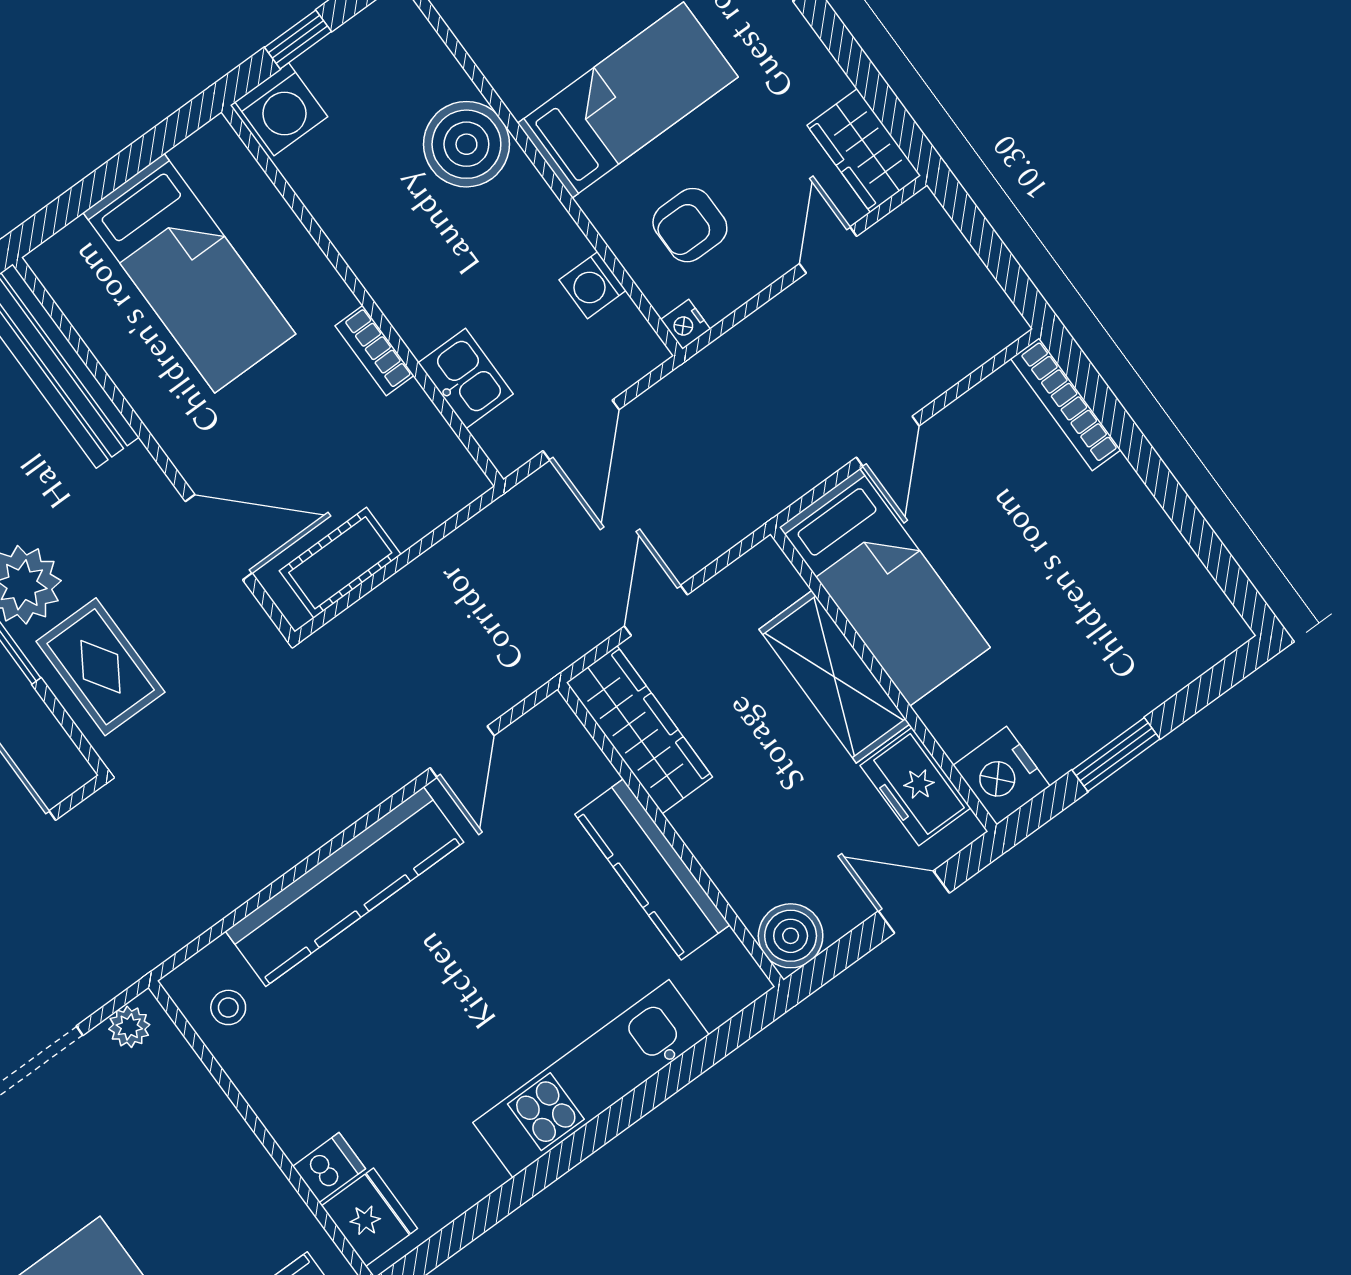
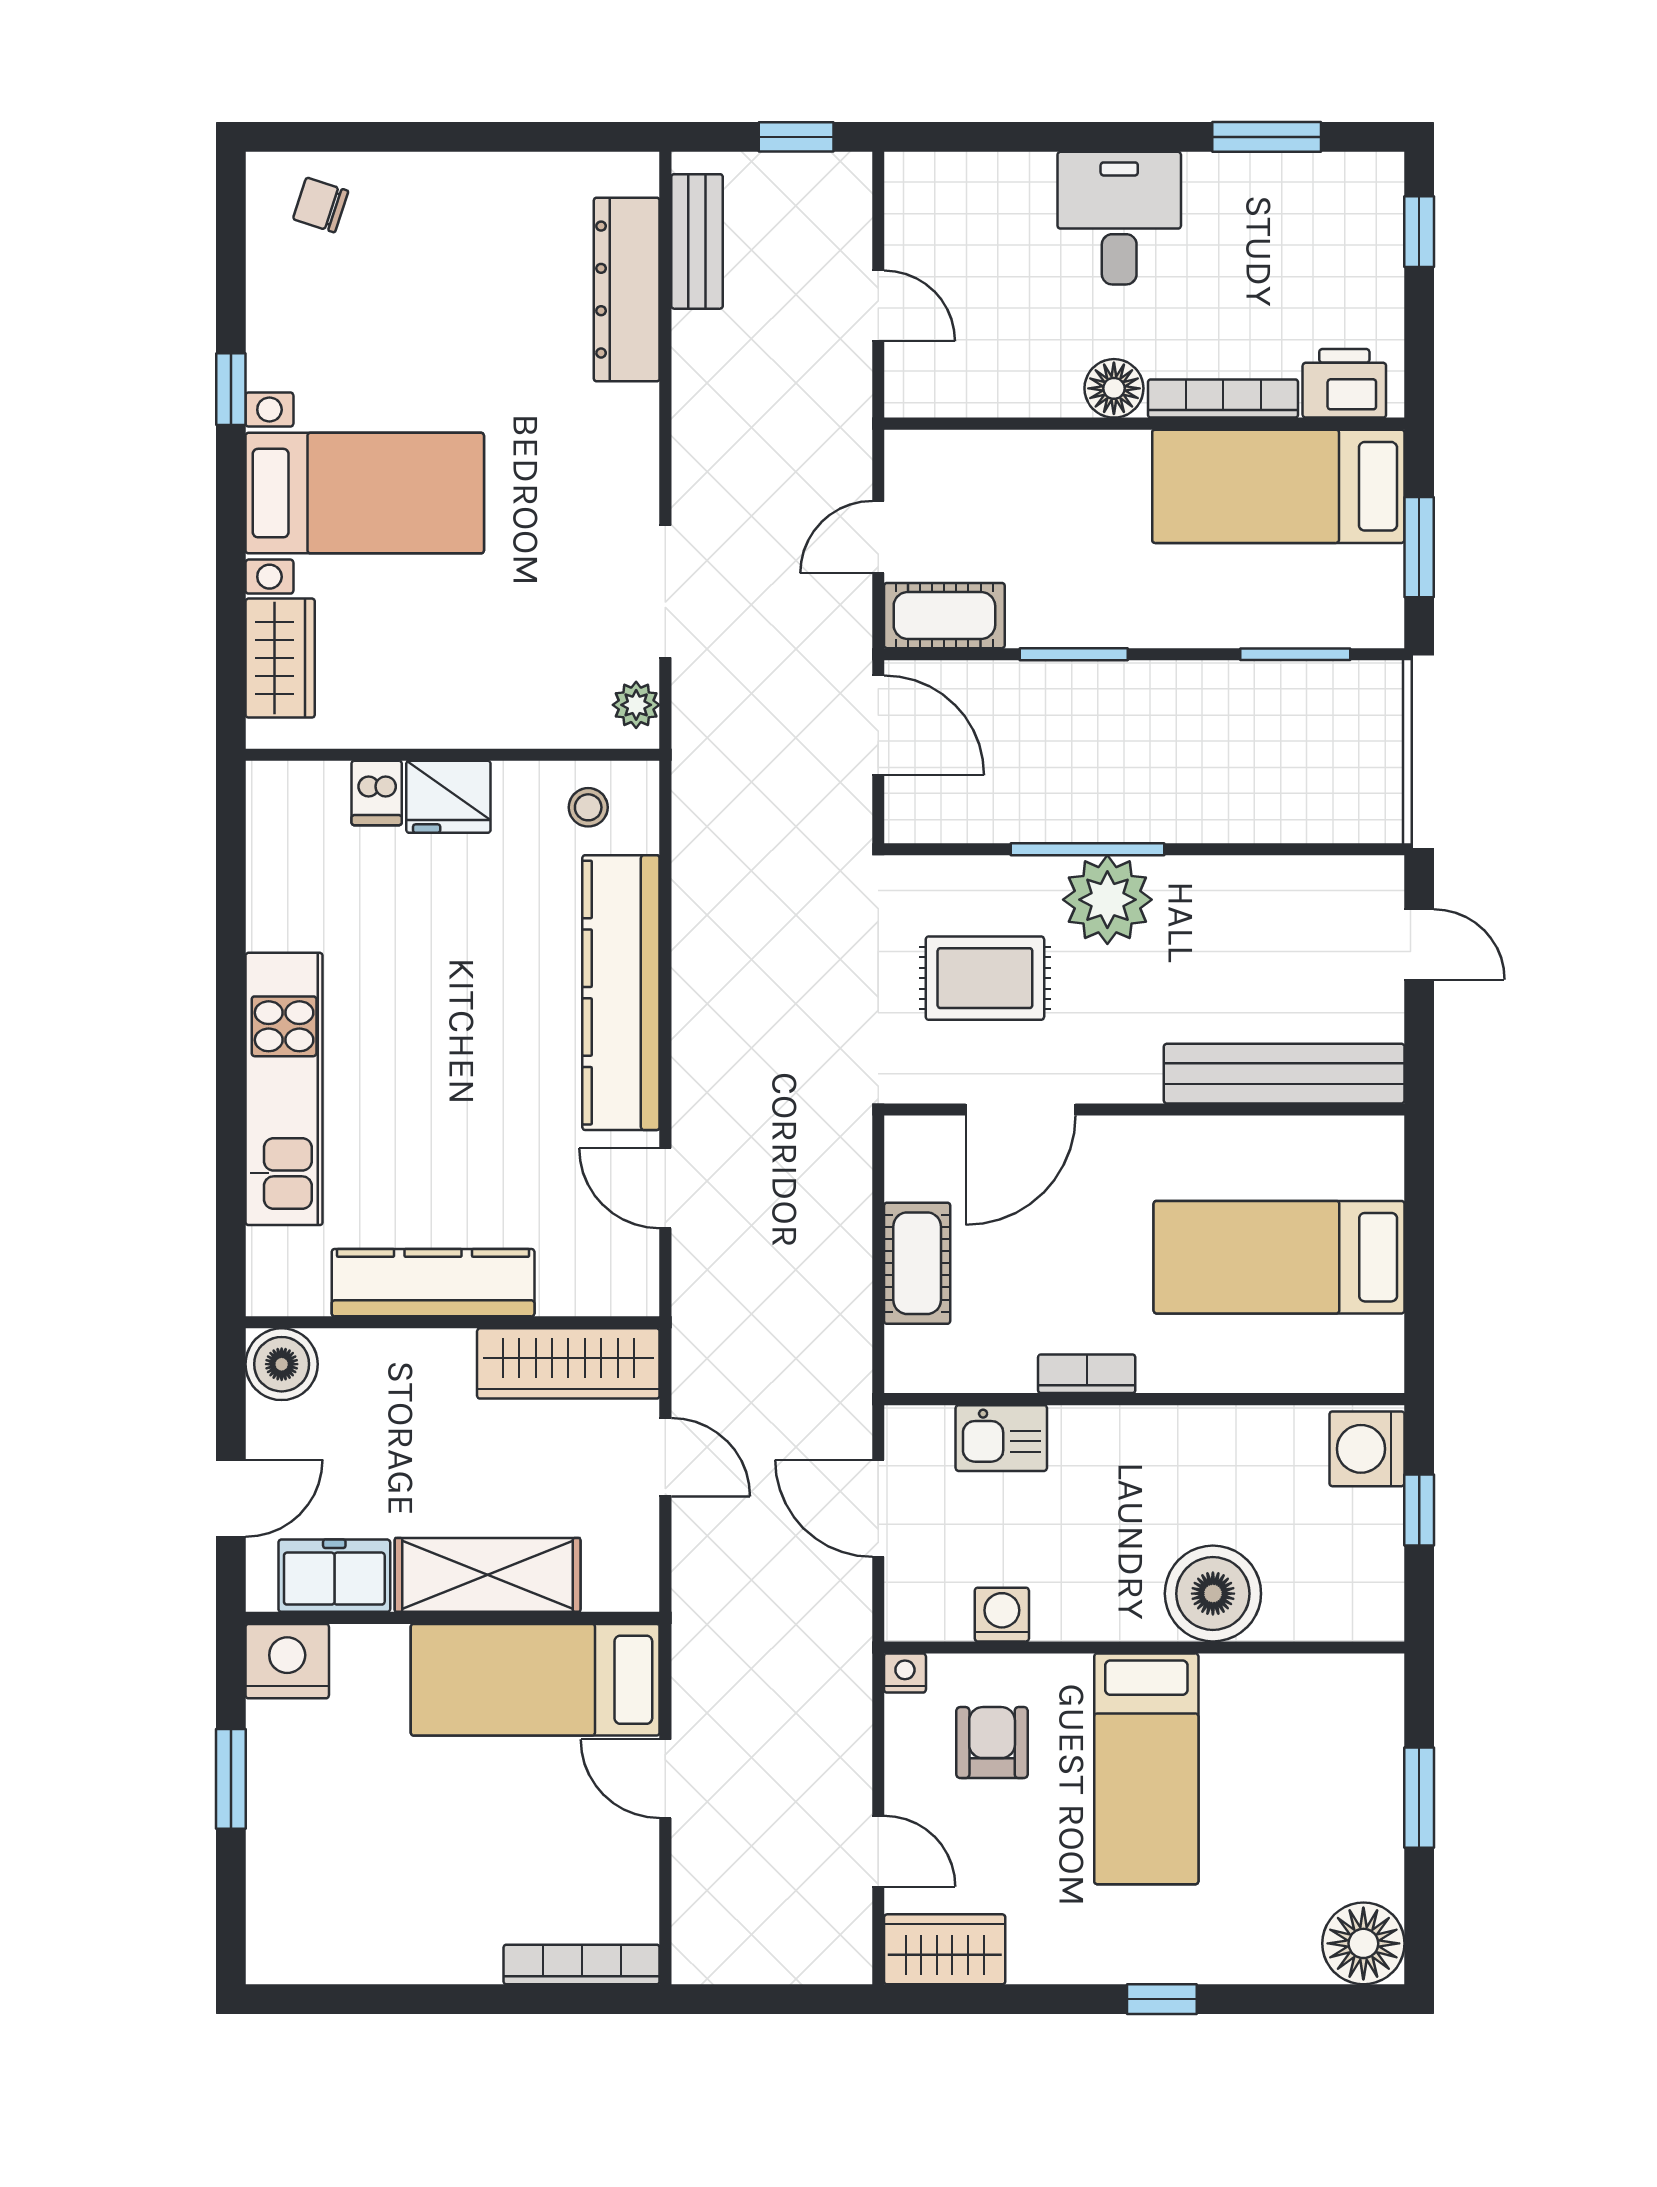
cot: (340, 563) -> (917, 1263), moved
rug: (101, 667) -> (985, 978), moved
fridge: (370, 1217) -> (448, 797), moved

